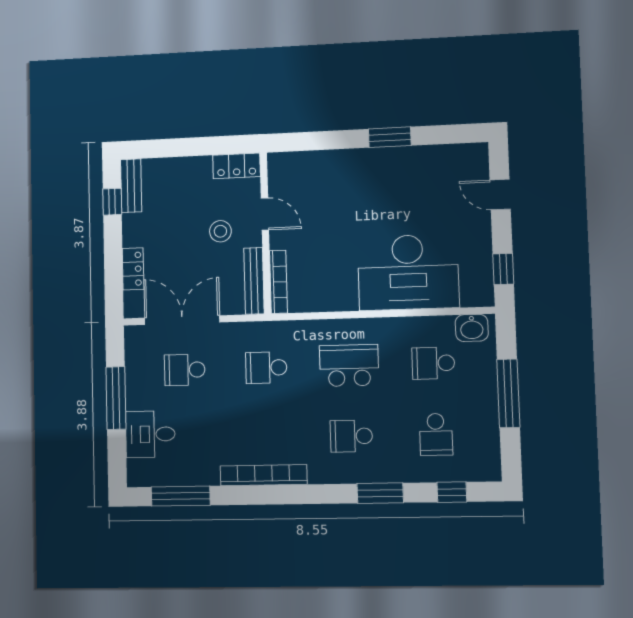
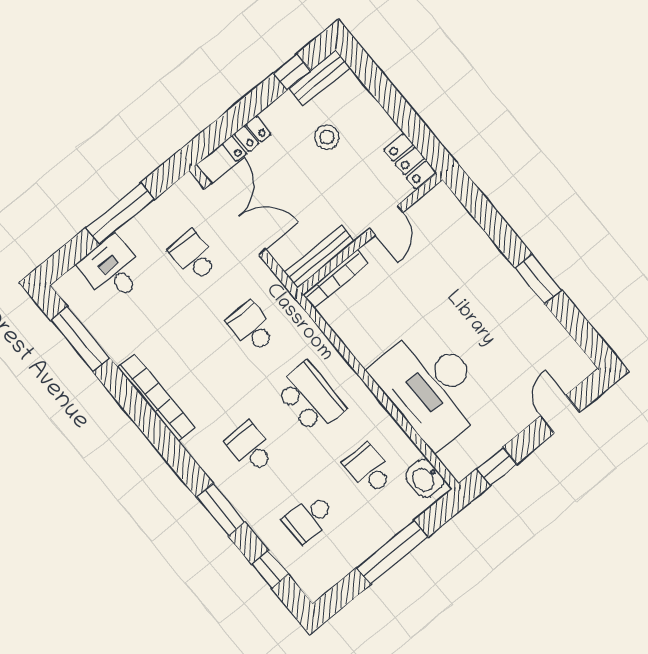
stool: (220, 231) -> (327, 137), moved

